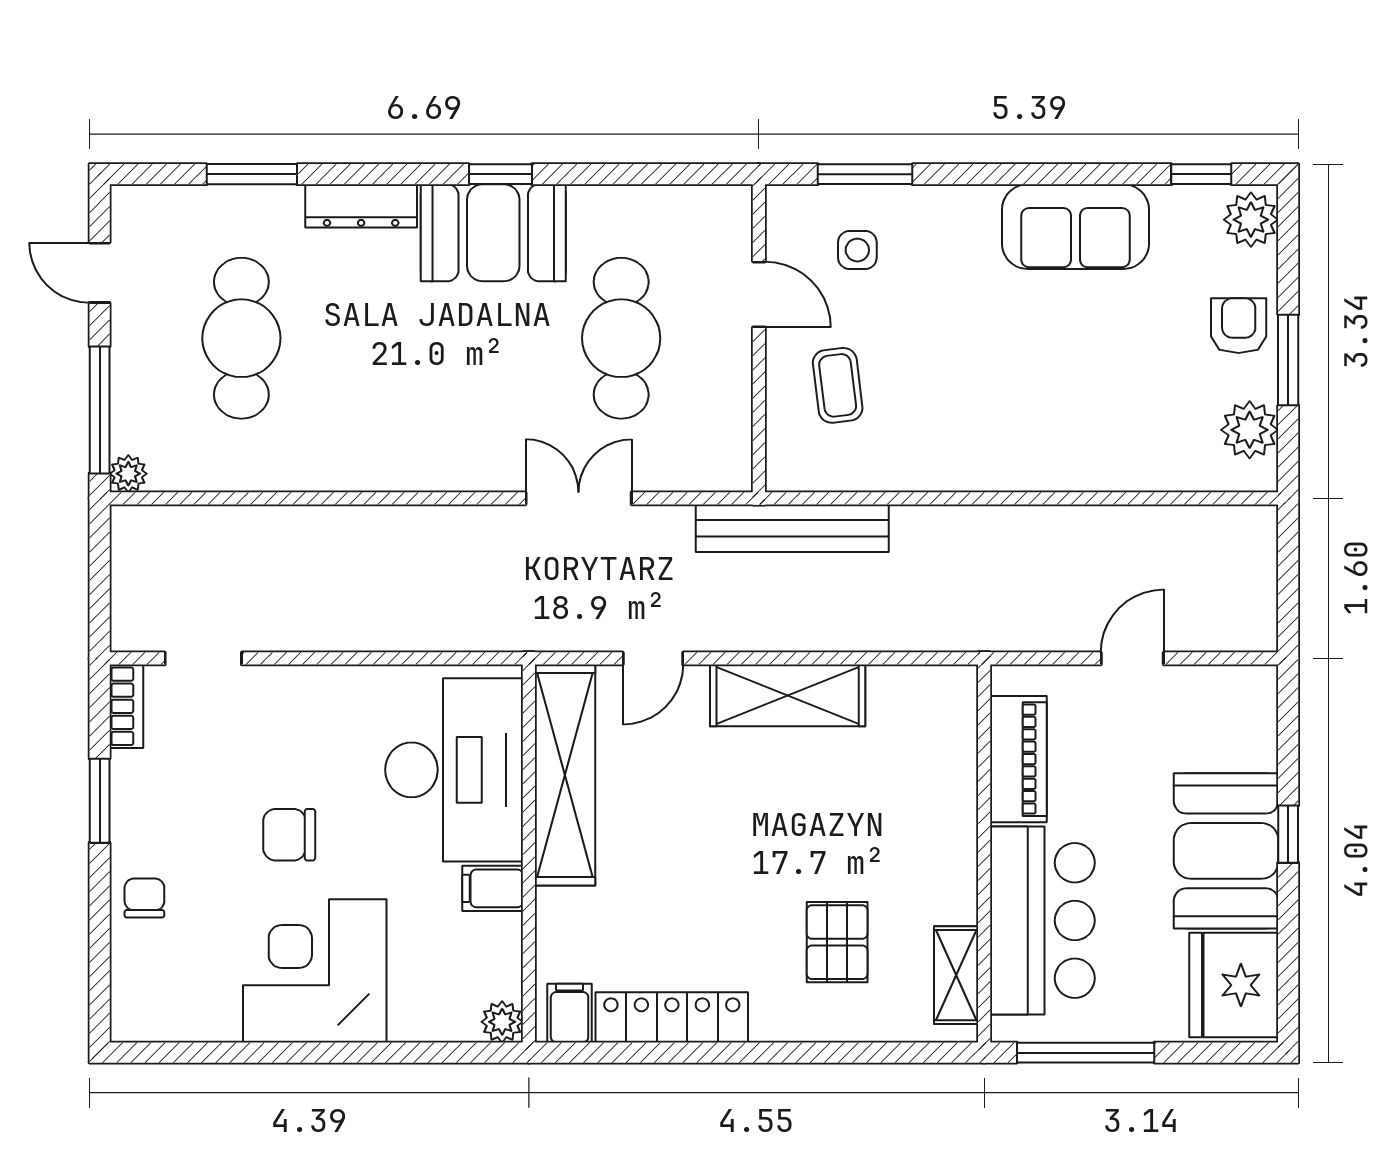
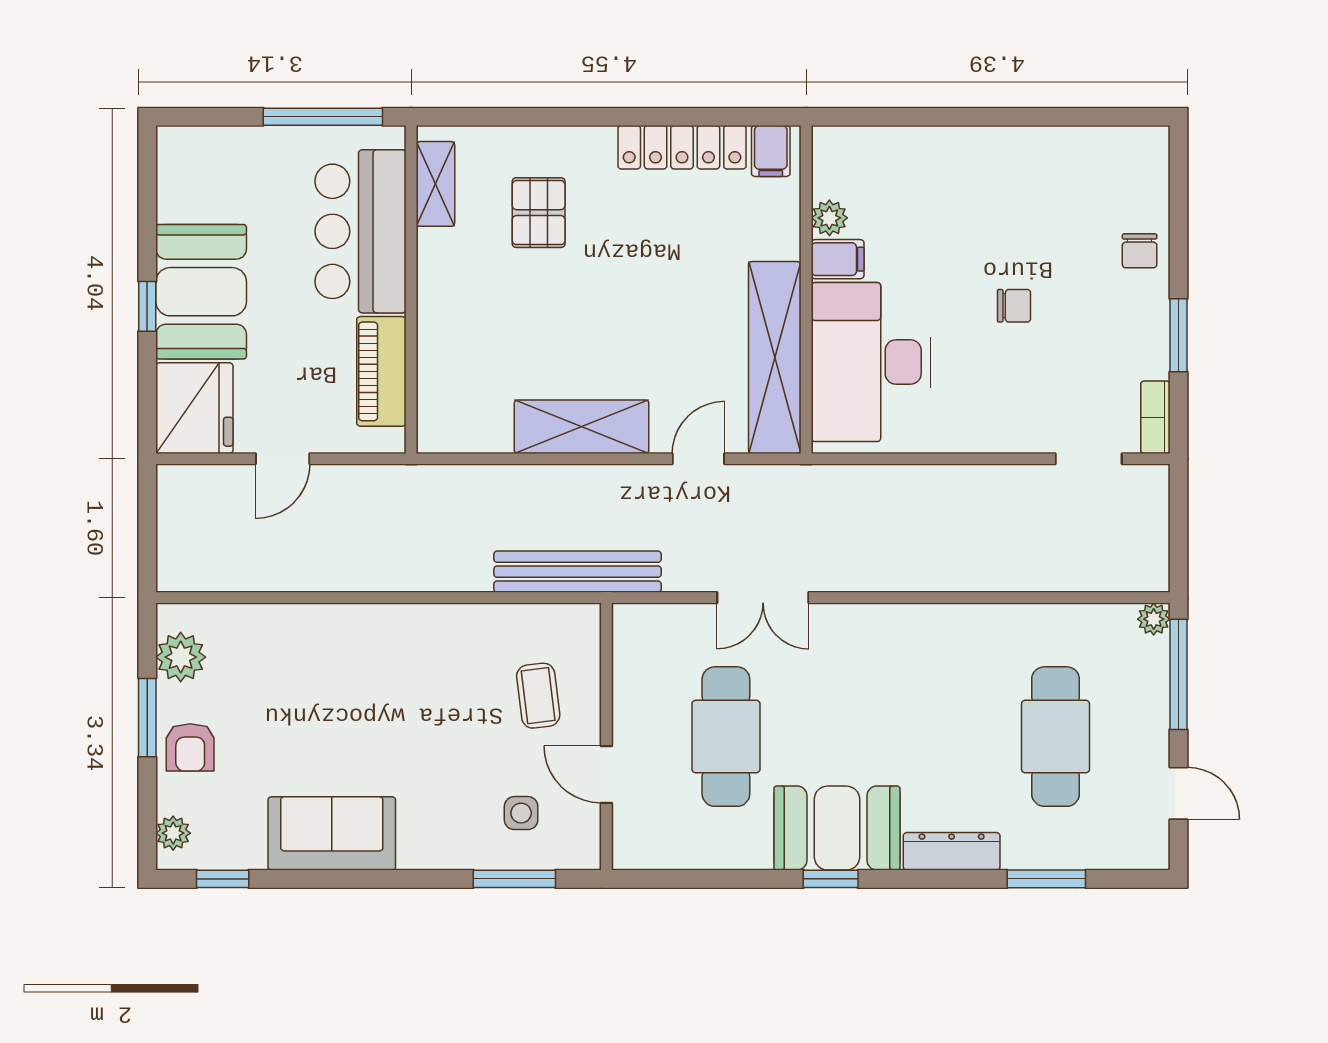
plant: (1251, 220) -> (173, 833), width x0.73, depth x0.73
chair: (289, 835) -> (1014, 306), width x0.73, depth x0.73
corner desk: (315, 971) -> (992, 188), removed
fridge: (1234, 985) -> (194, 408), moved
plant: (502, 1022) -> (829, 218), moved

